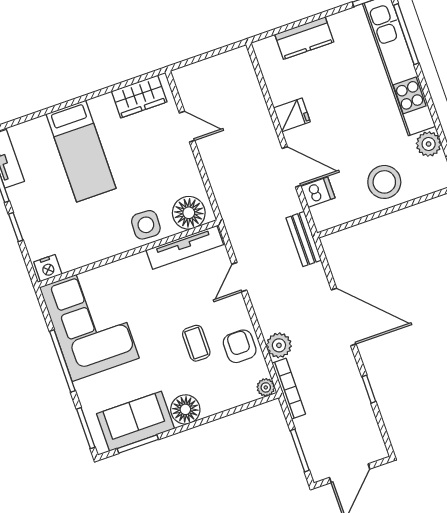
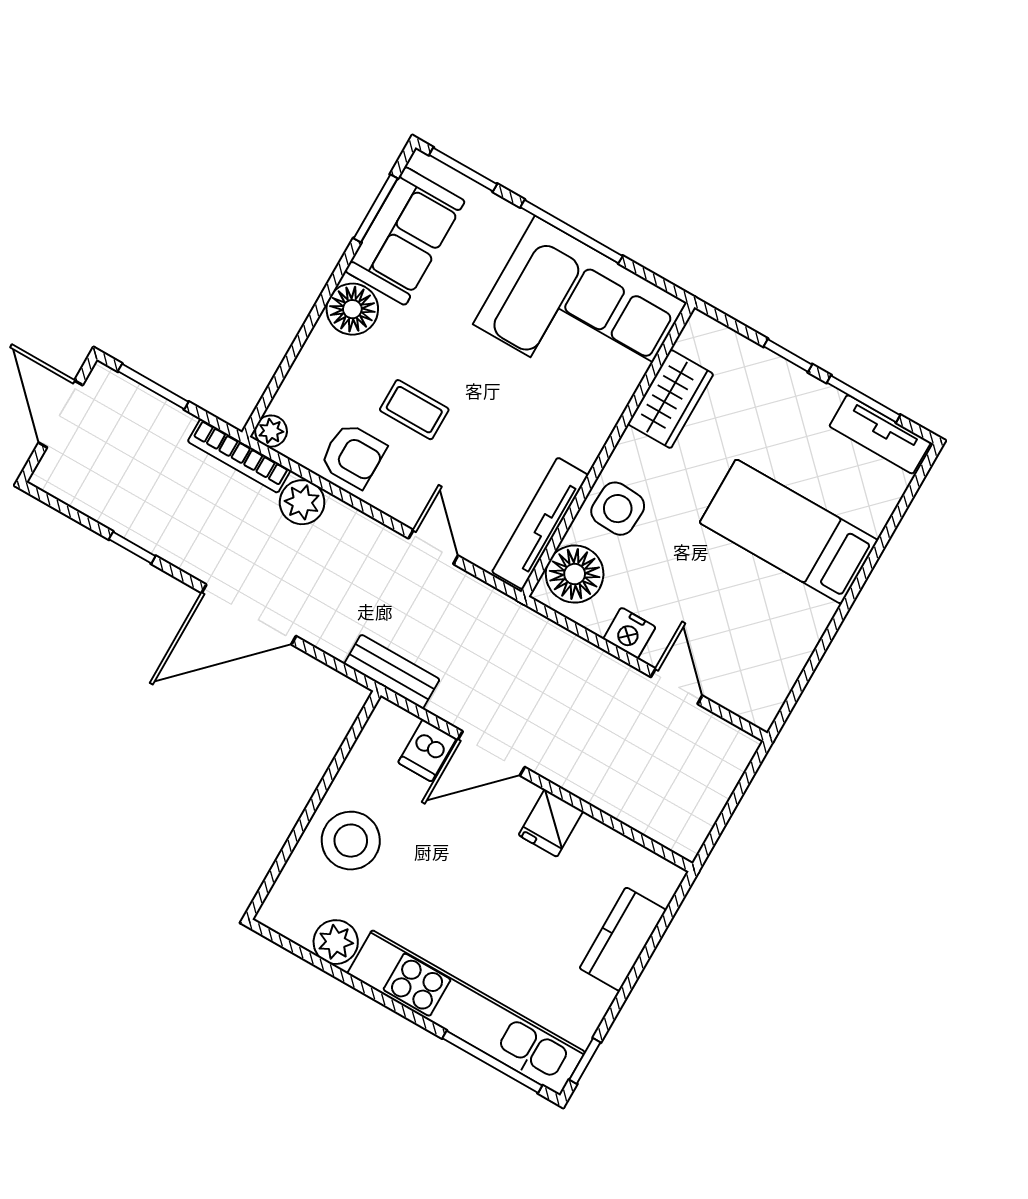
wardrobe: (139, 97) -> (671, 399), moved, turned 180
door: (187, 127) -> (677, 686), swing flipped
nightstand: (48, 268) -> (629, 633), moved, turned -90

